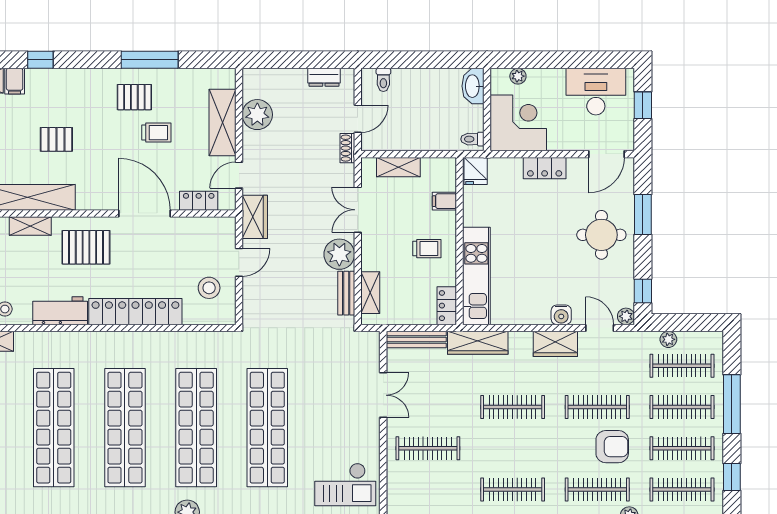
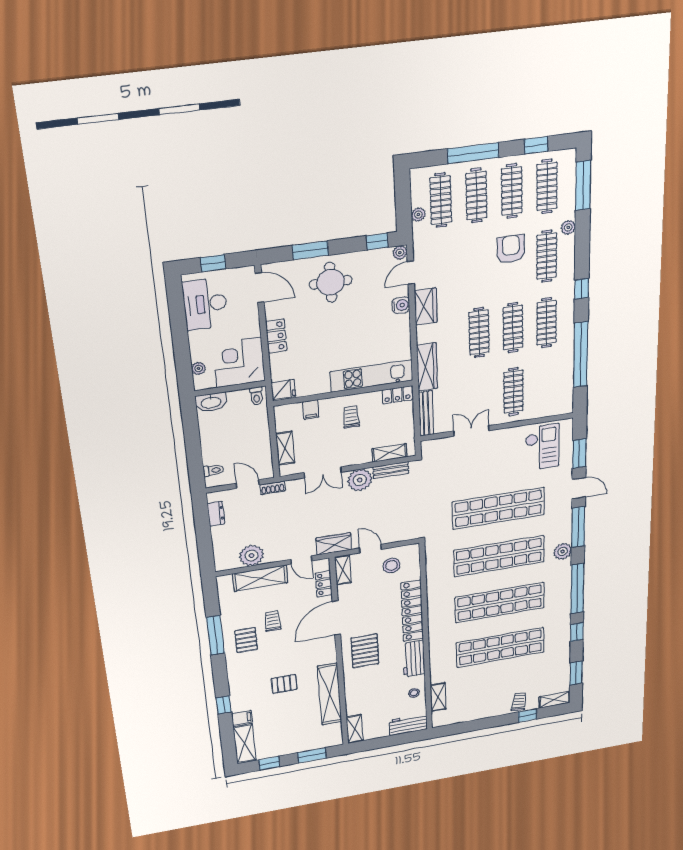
pallet: (56, 139) -> (284, 684), turned 90
shelving: (30, 226) -> (343, 570), moved
clothes rail: (597, 407) -> (513, 328), moved

